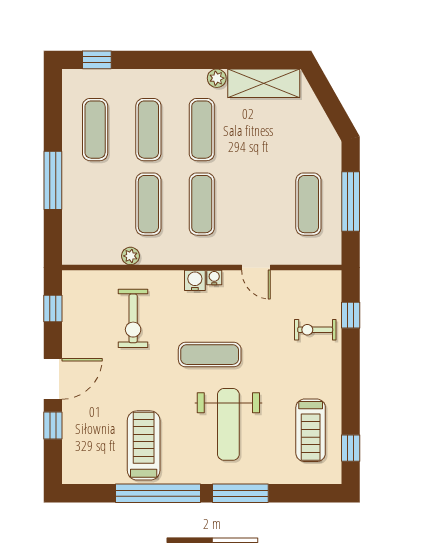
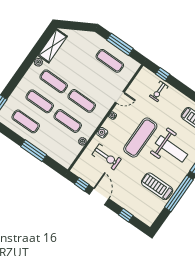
water cooler: (195, 280) -> (102, 133), moved
exercise mat: (210, 355) -> (140, 138), width x1.36, depth x1.45
door: (53, 379) -> (99, 196), moved

